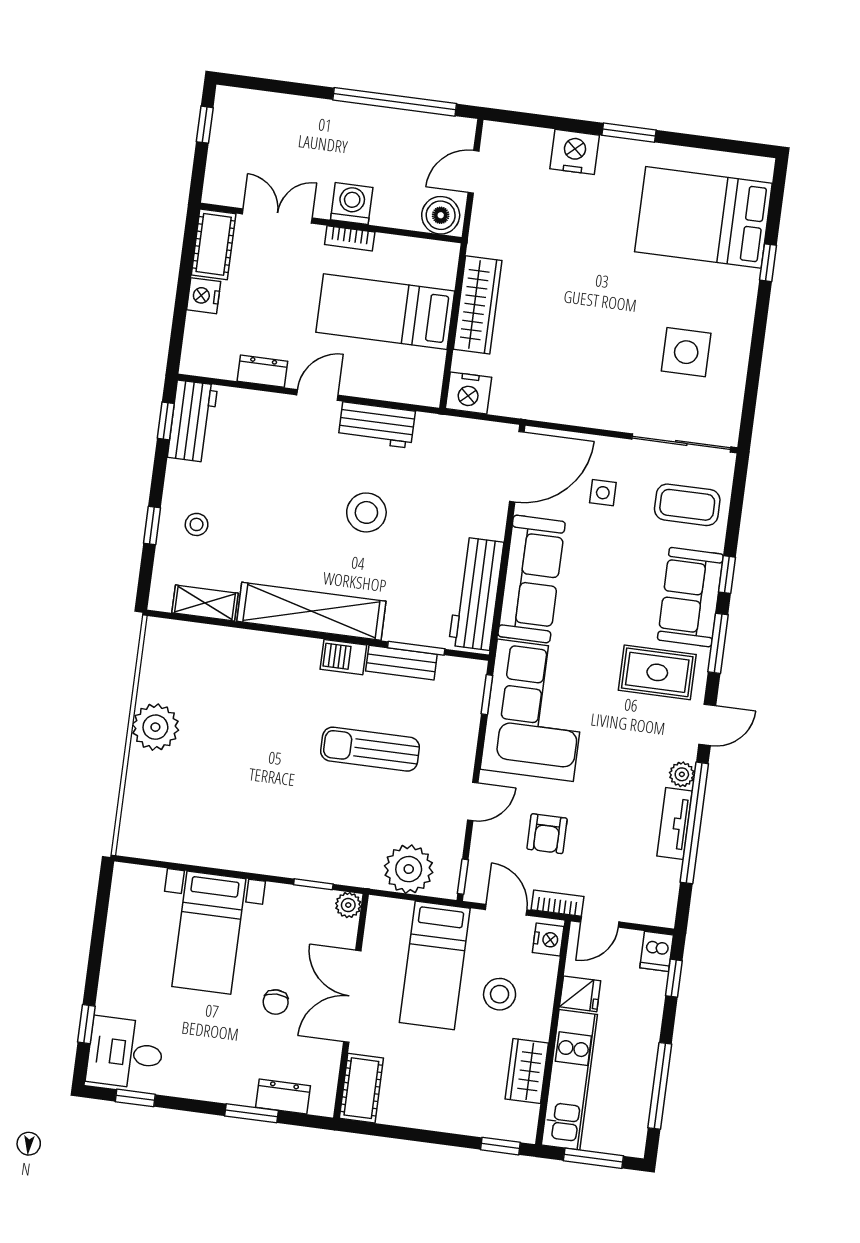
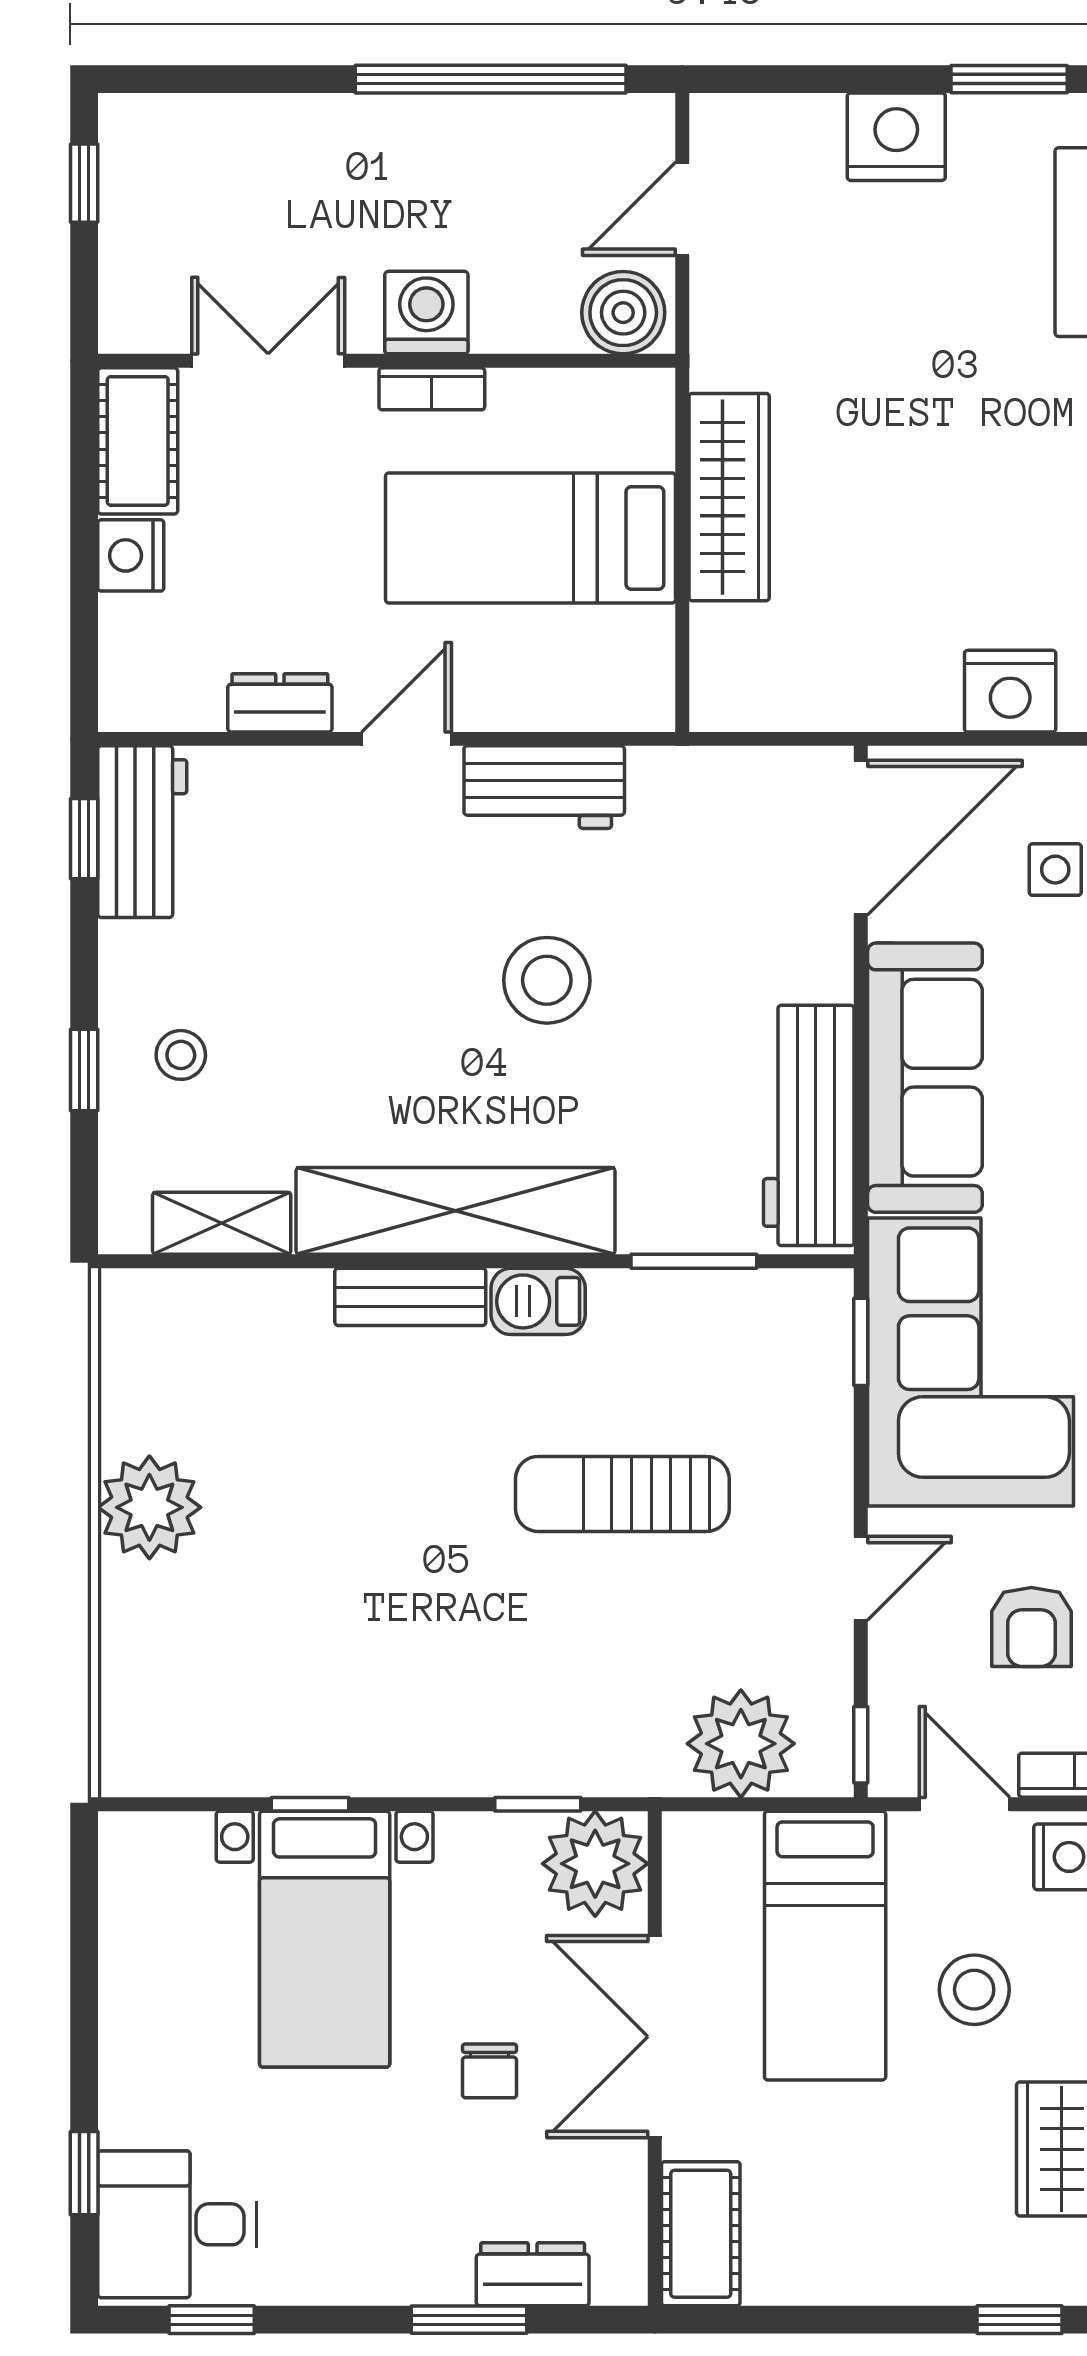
nightstand: (468, 393) -> (1010, 691), moved
bench: (401, 663) -> (410, 1297), moved
window: (210, 871) -> (310, 1804), added
plant: (348, 905) -> (595, 1864), width x1.87, depth x1.87

